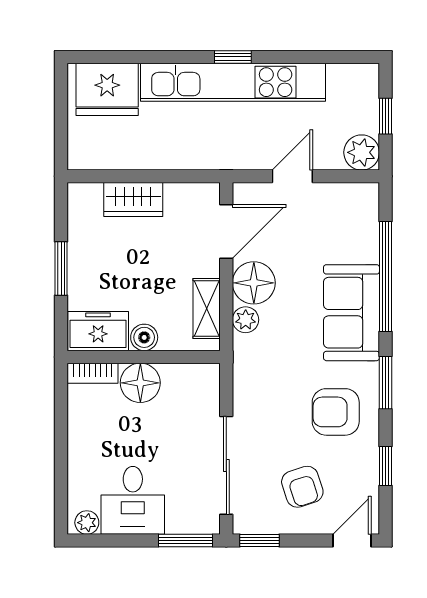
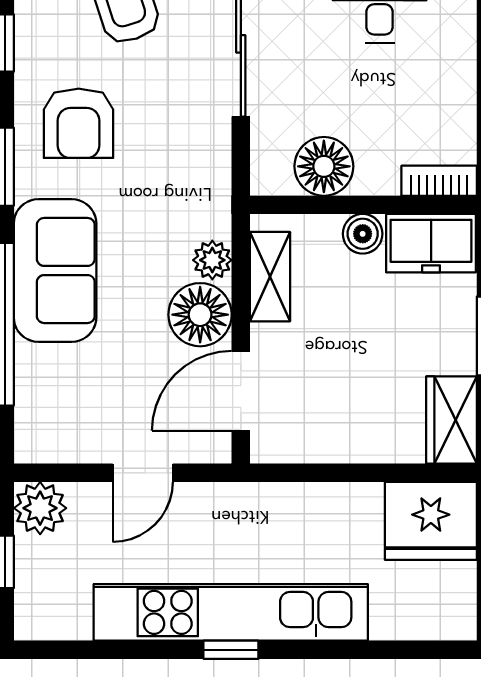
fridge: (107, 89) -> (431, 521), moved, turned 180
wardrobe: (133, 199) -> (452, 420), moved, turned -90
floor lamp: (140, 383) -> (324, 166), moved
armchair: (336, 412) -> (79, 123), turned 90

